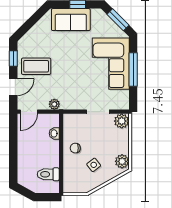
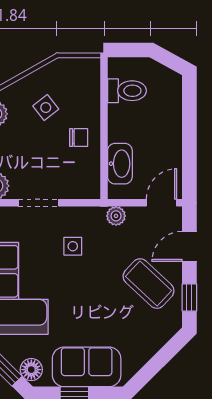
floor lamp: (102, 18) -> (31, 370), added
coffee table: (36, 66) -> (148, 284), turned 43
side table: (79, 87) -> (73, 246), added
washbasin: (54, 133) -> (120, 164), width x1.91, depth x1.45

